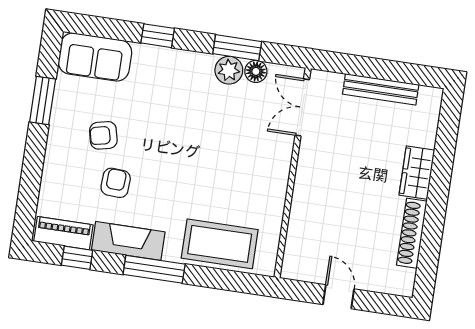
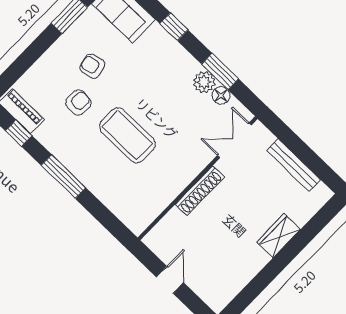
shoe rack: (412, 233) -> (200, 191), moved, turned 180
fireplace: (128, 241) -> (60, 146), removed
coffee table: (220, 244) -> (127, 135), moved

